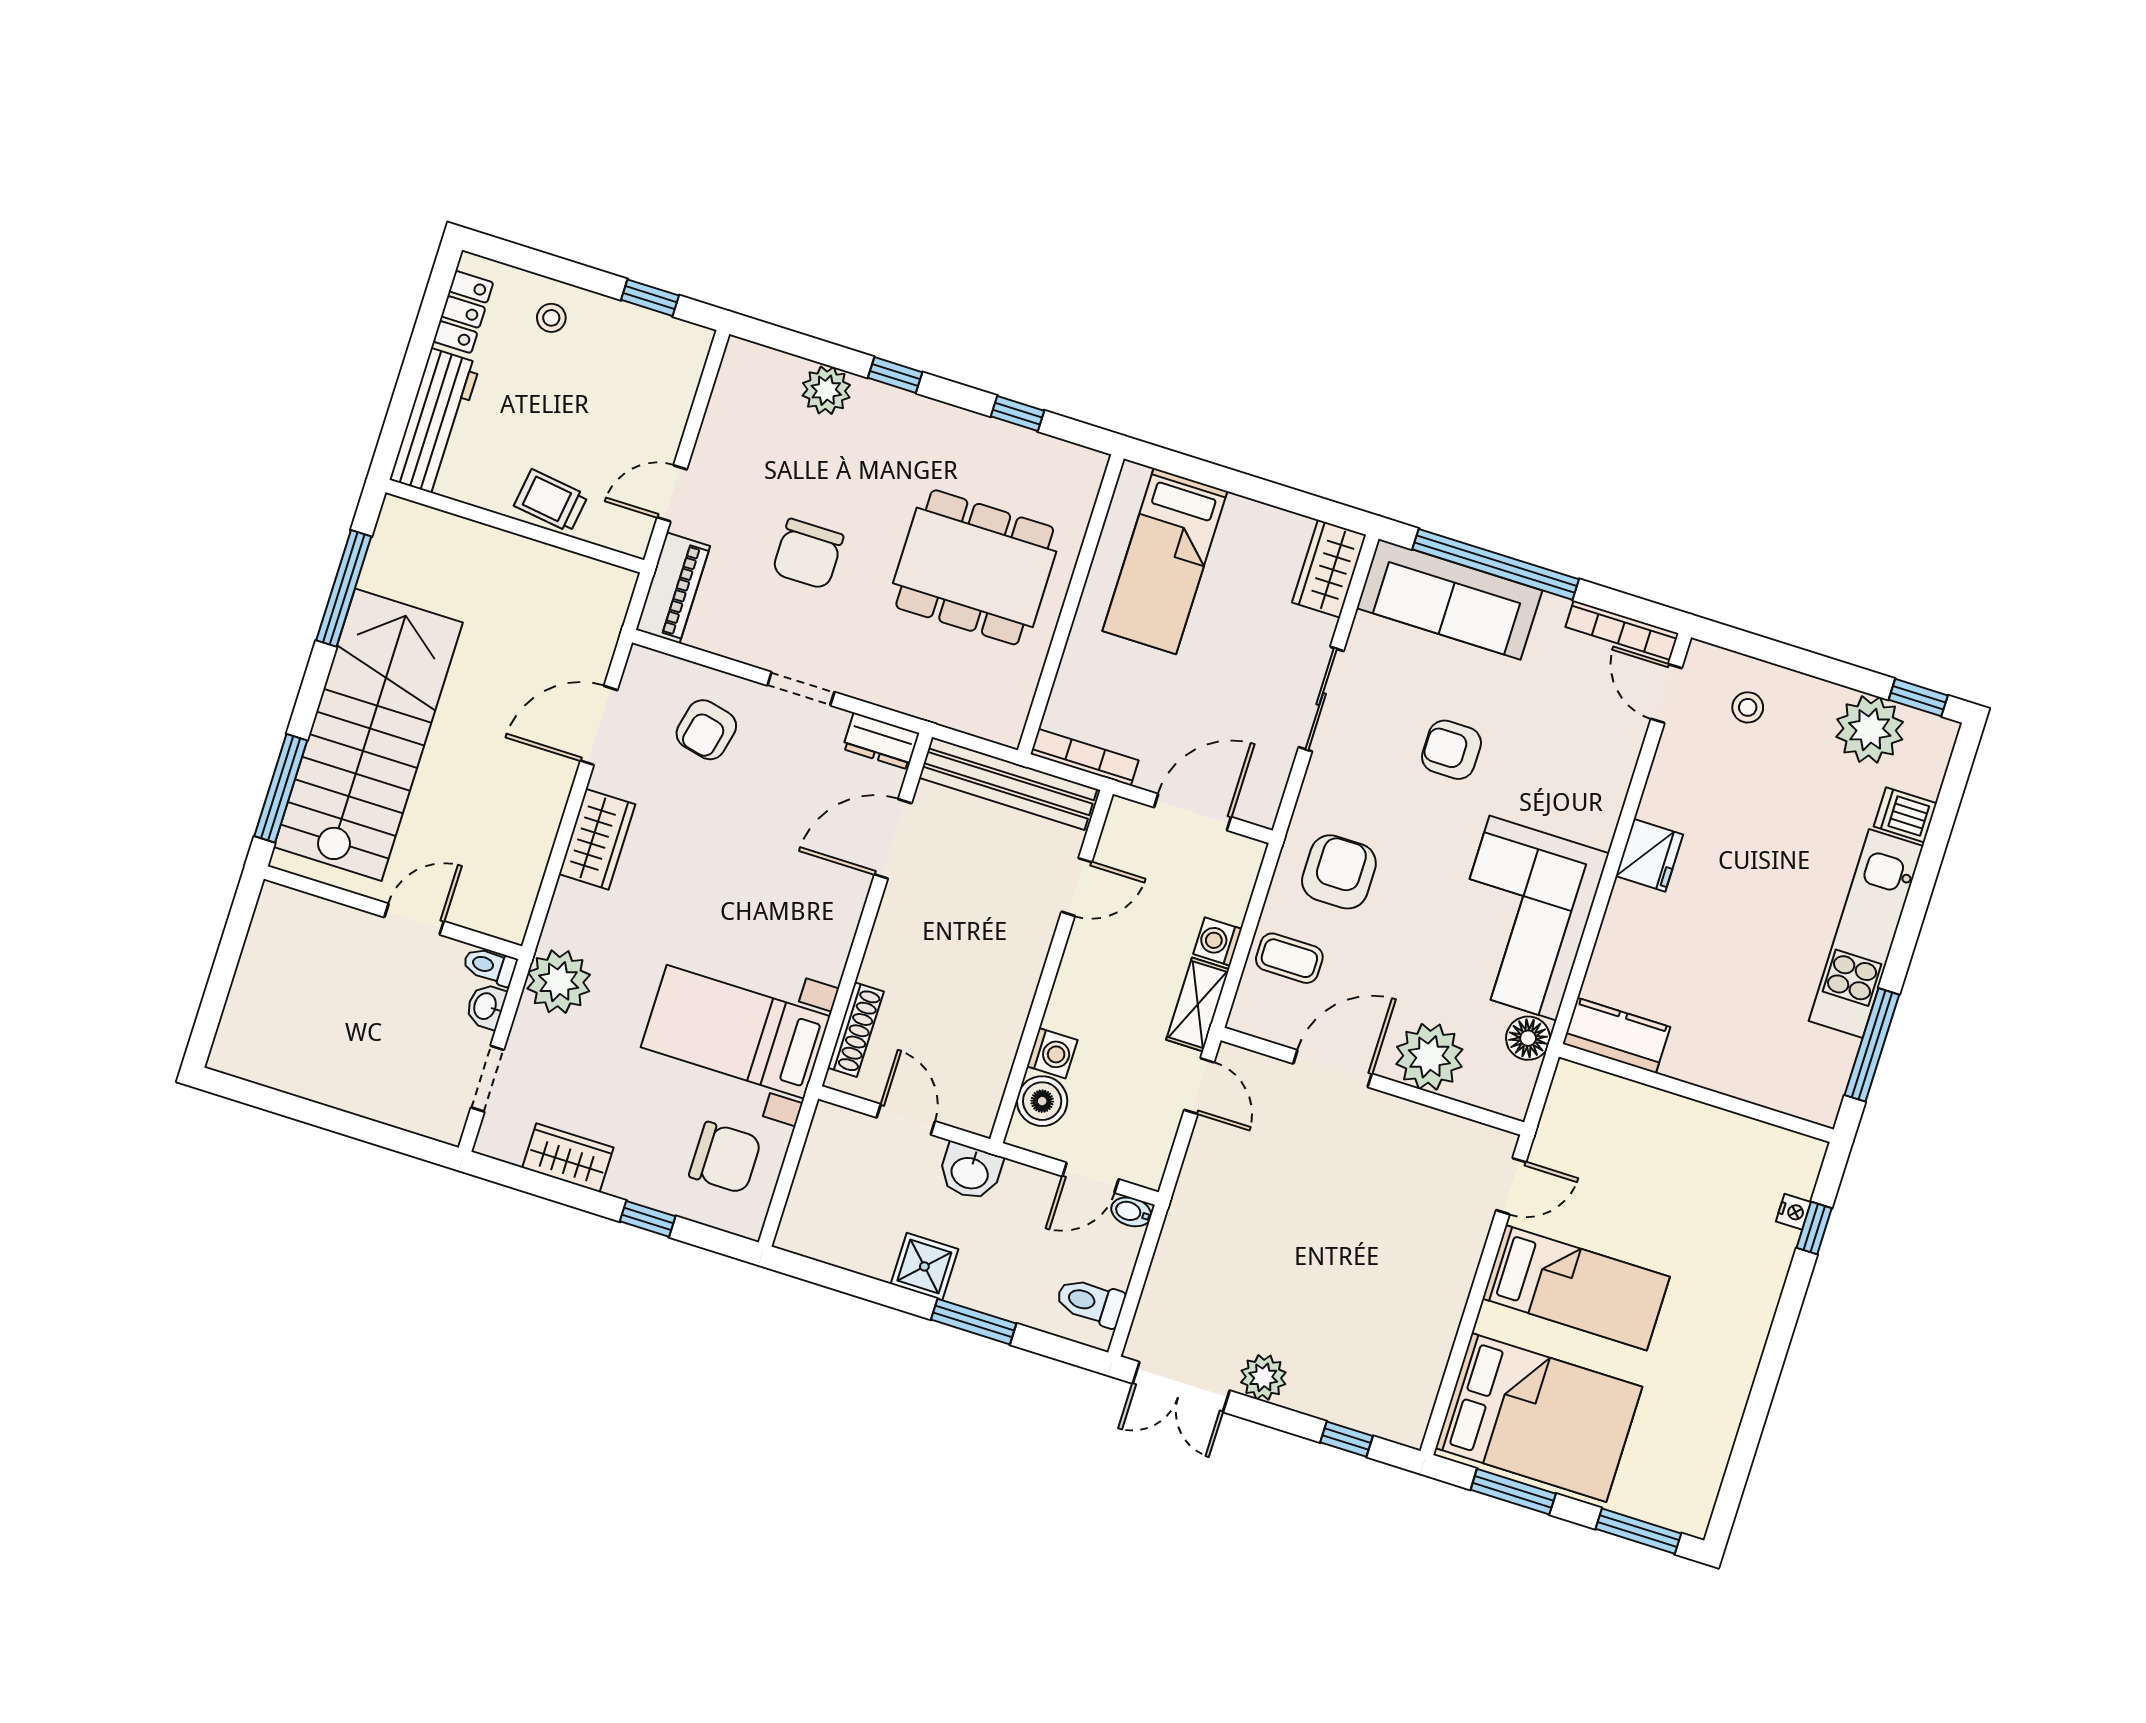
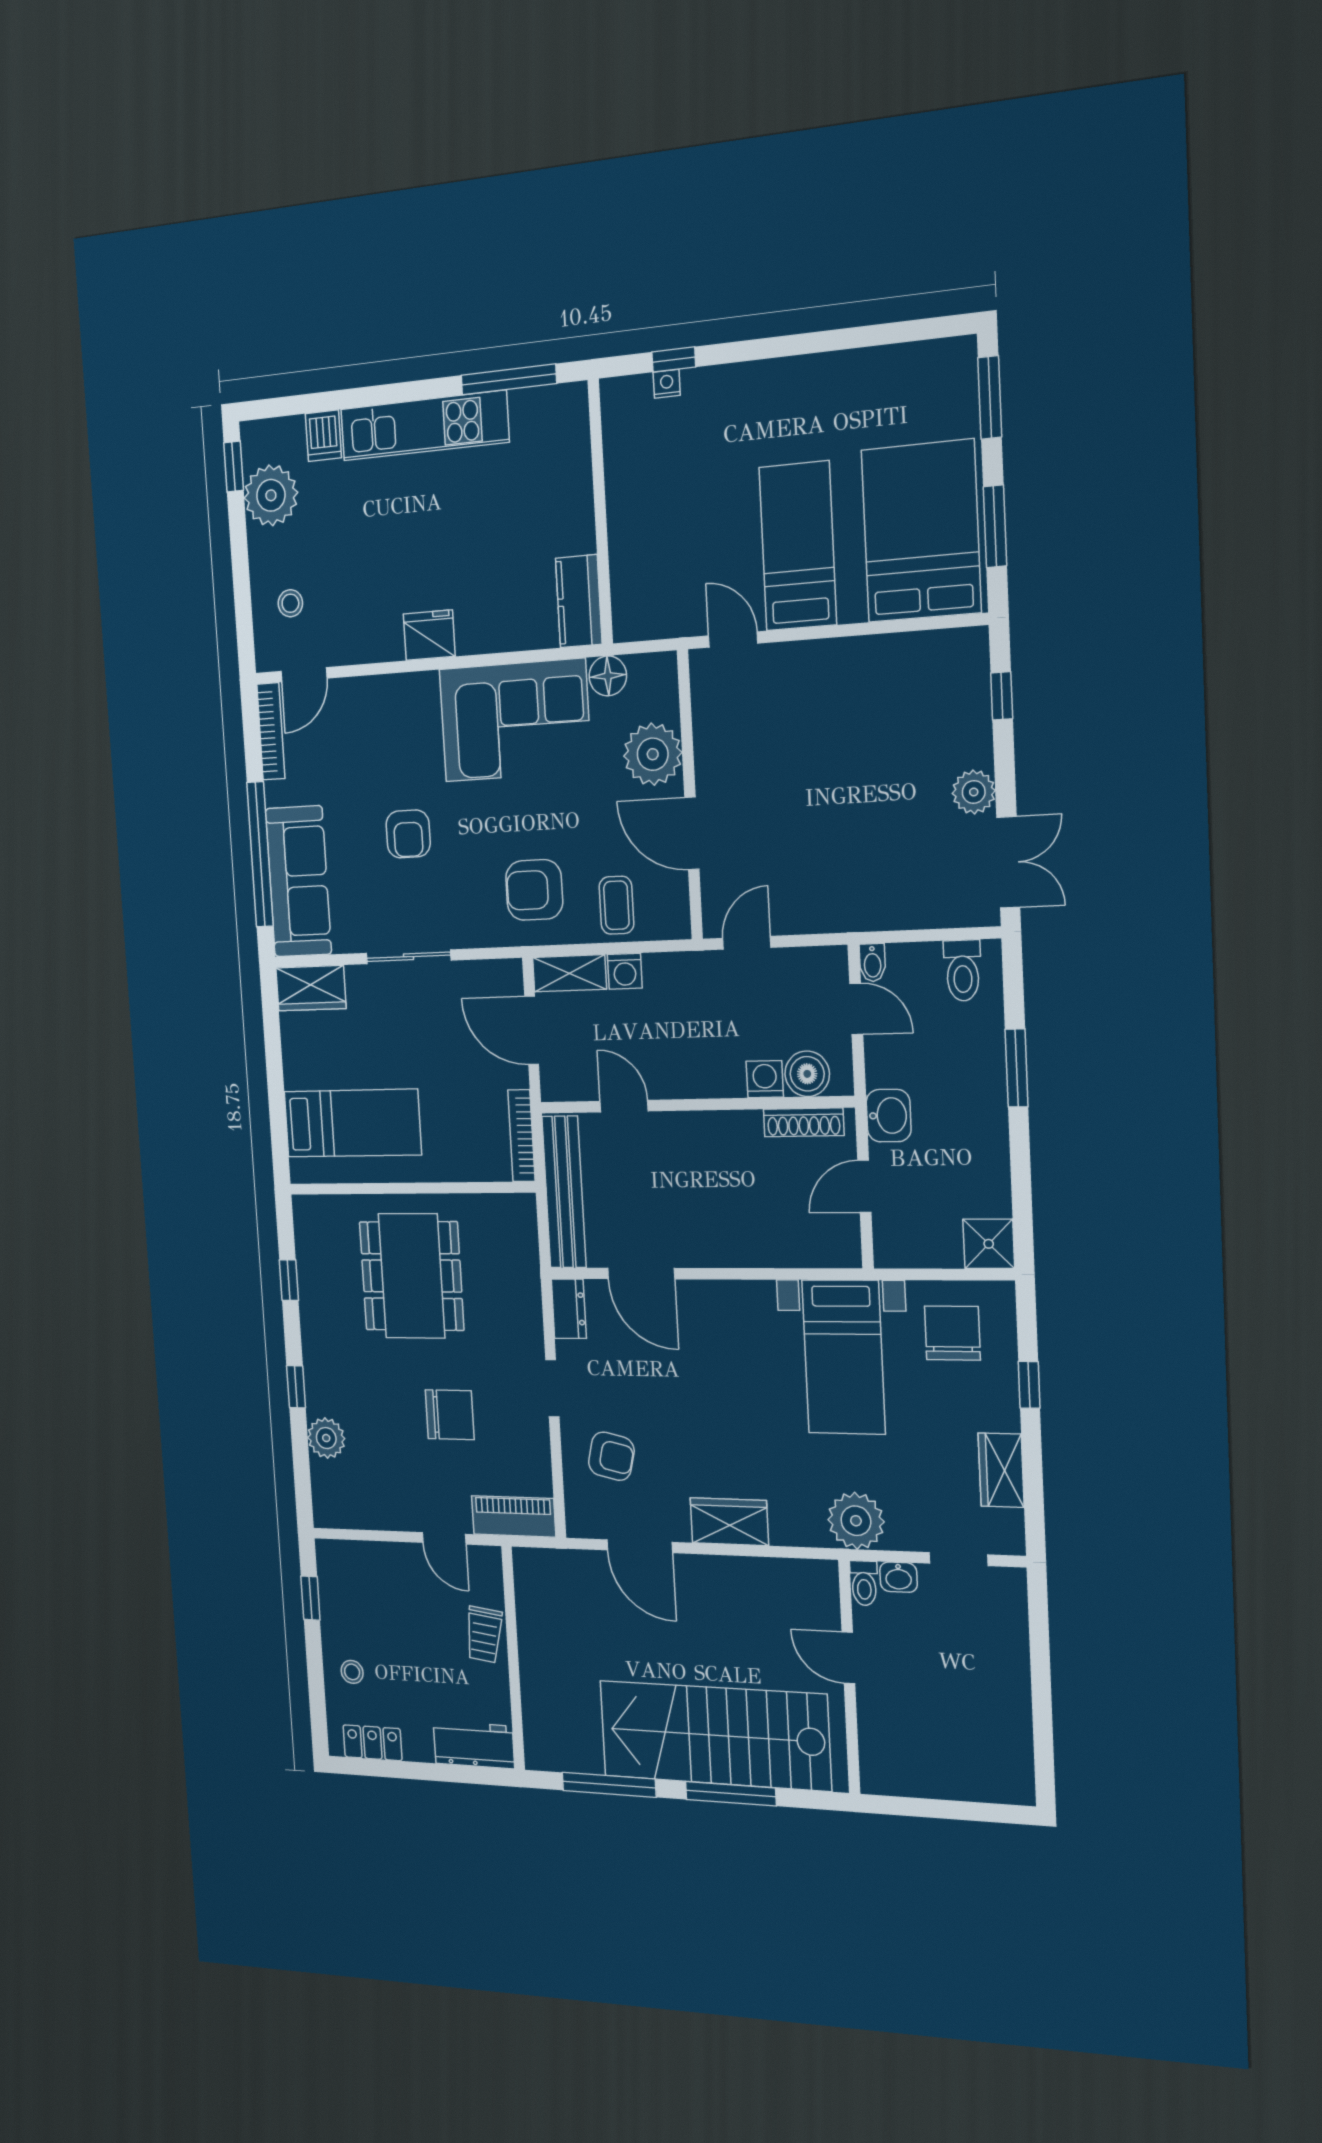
workbench: (435, 422) -> (474, 1745), width x0.73
window: (281, 788) -> (731, 1794), moved
shelving: (1198, 1005) -> (569, 973), moved
shoe rack: (856, 1030) -> (804, 1122), moved, turned 180
shower: (924, 1266) -> (989, 1244), moved

